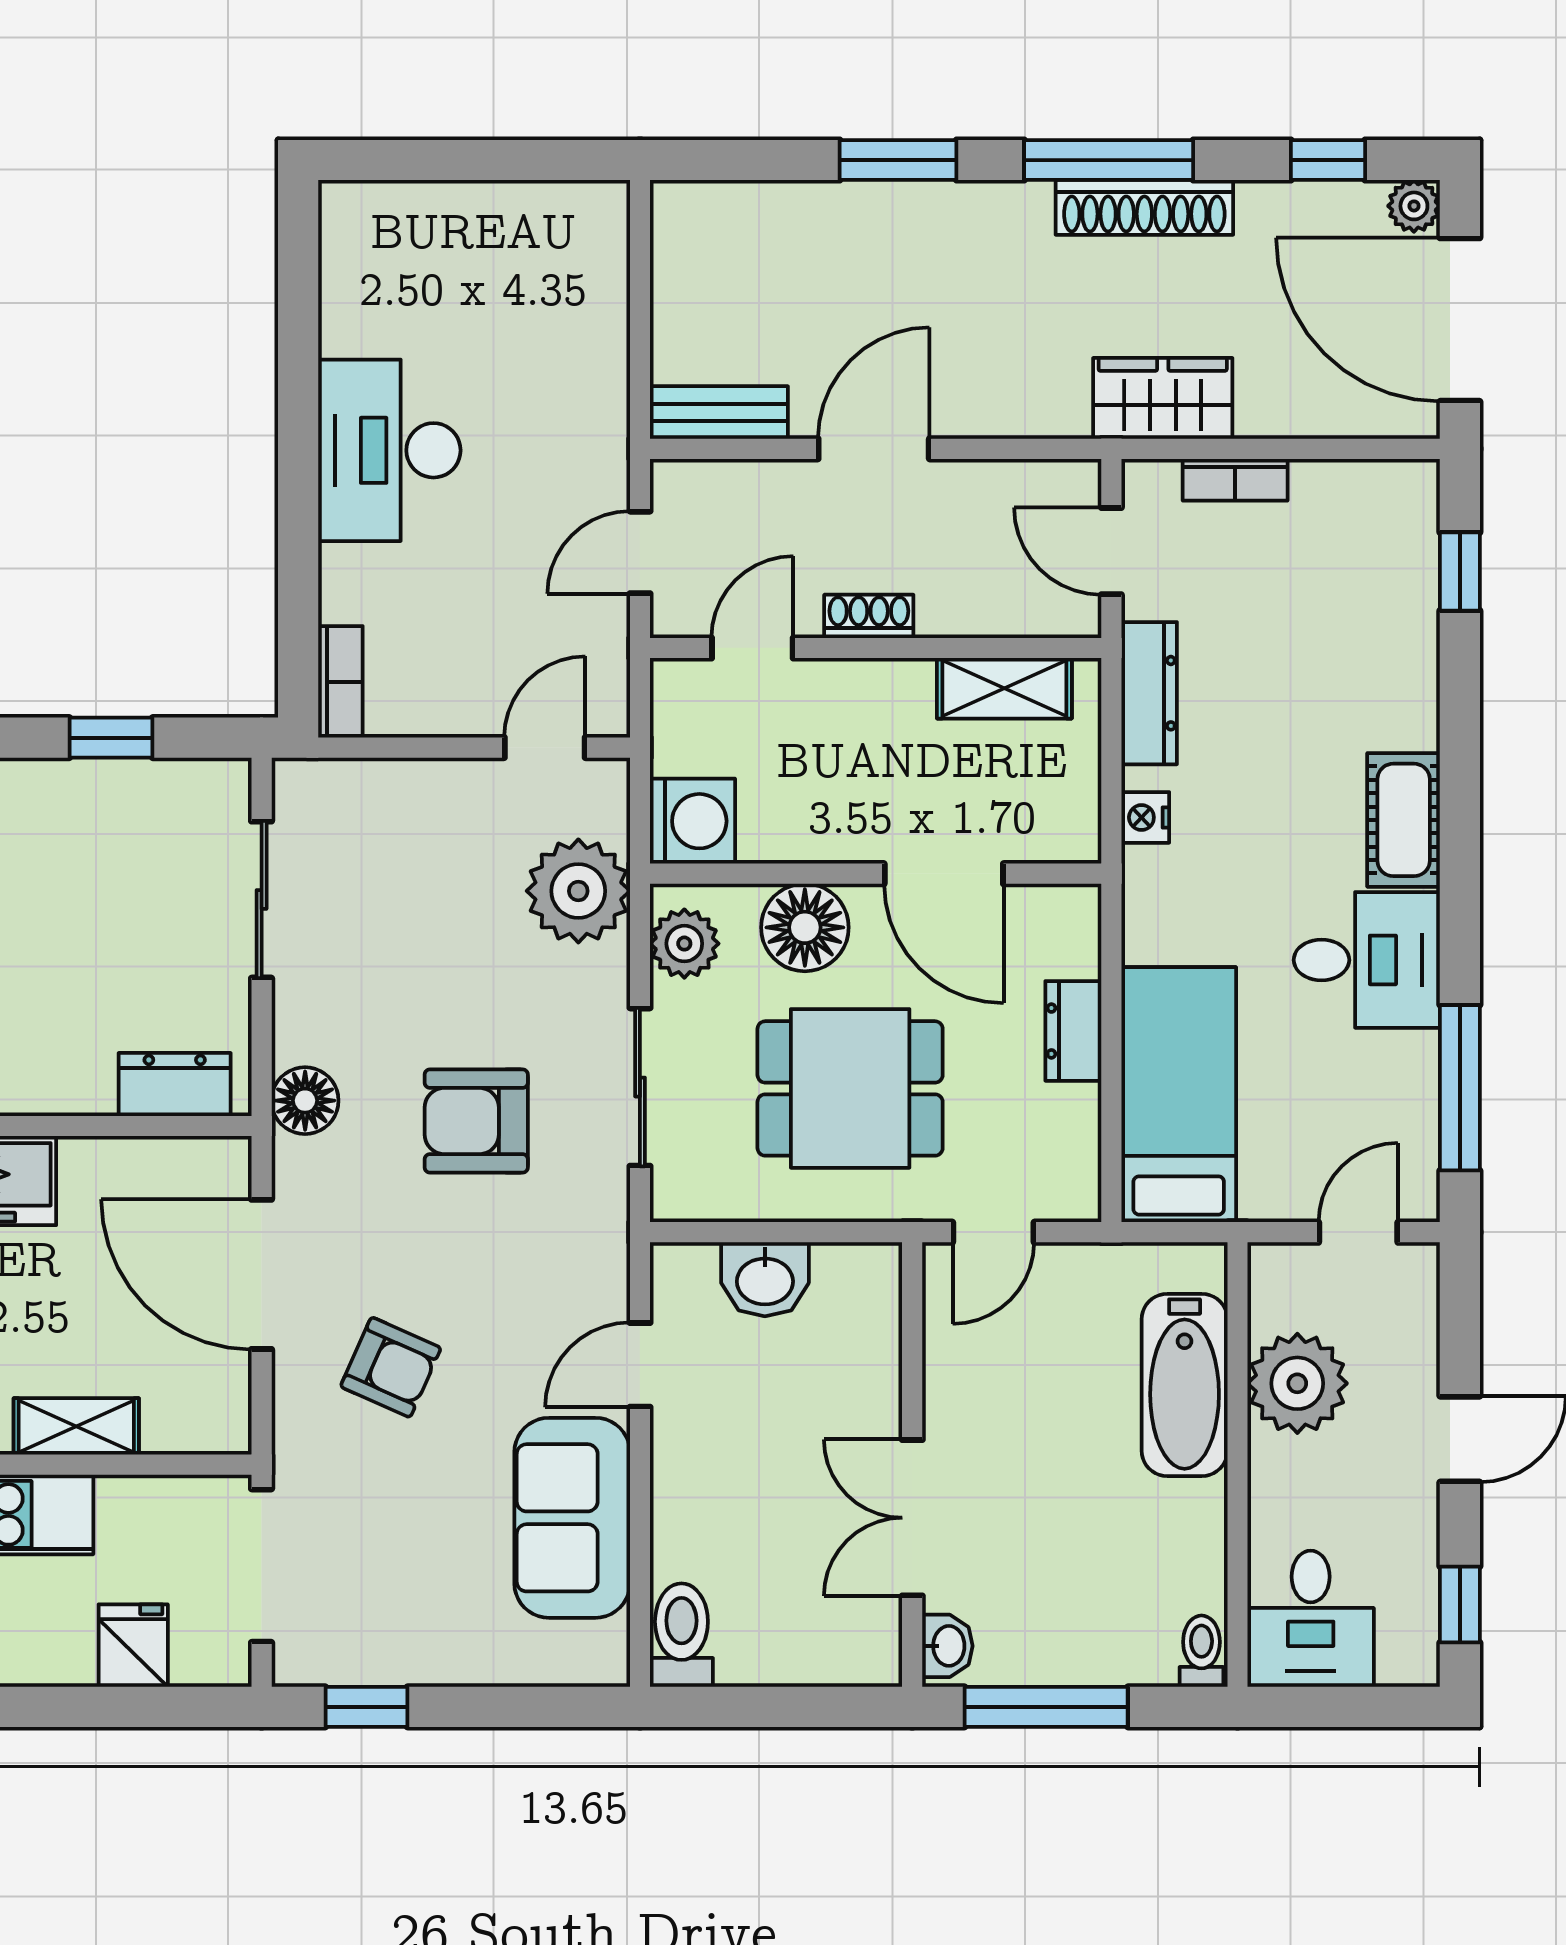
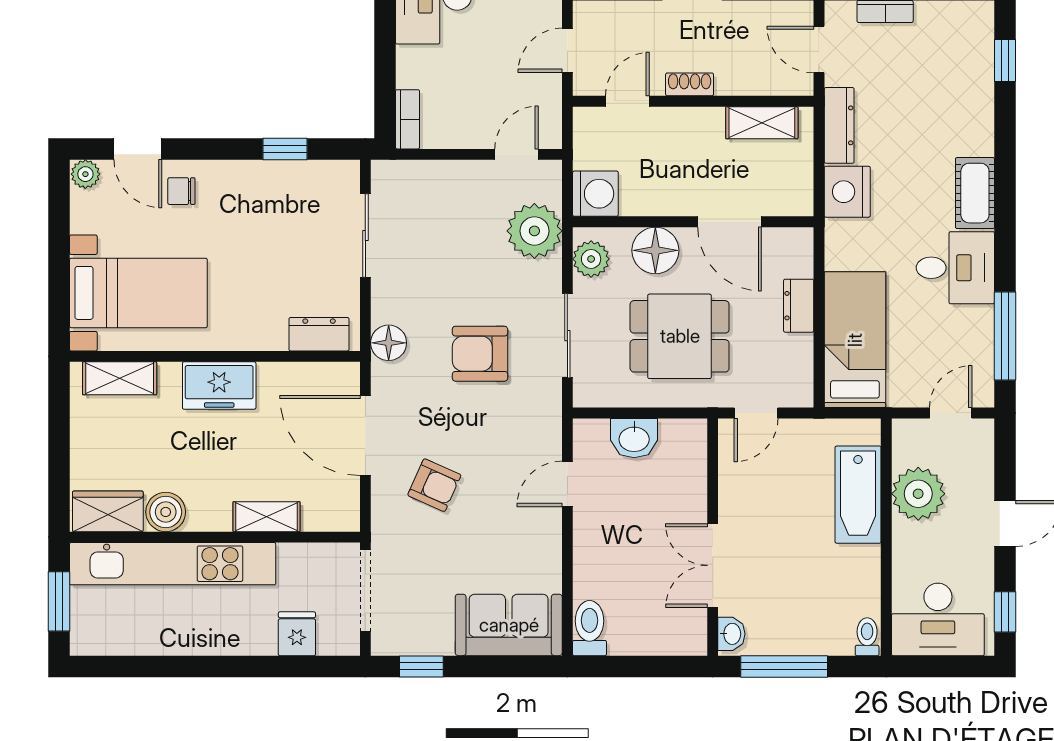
nightstand: (1145, 817) -> (847, 192), width x1.89, depth x1.79
sofa: (572, 1518) -> (509, 625), moved, turned 90
desk: (1311, 1619) -> (938, 619), width x1.37

